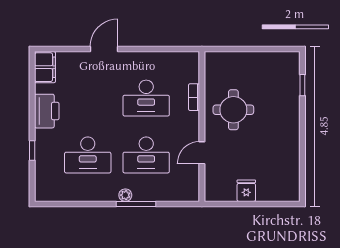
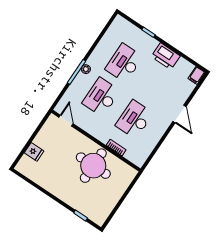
filing cabinet: (45, 67) -> (197, 75), width x0.50
round table: (233, 110) -> (93, 166), width x1.36, depth x1.36
door: (202, 153) -> (66, 121), moved
fridge: (246, 191) -> (34, 152), moved

